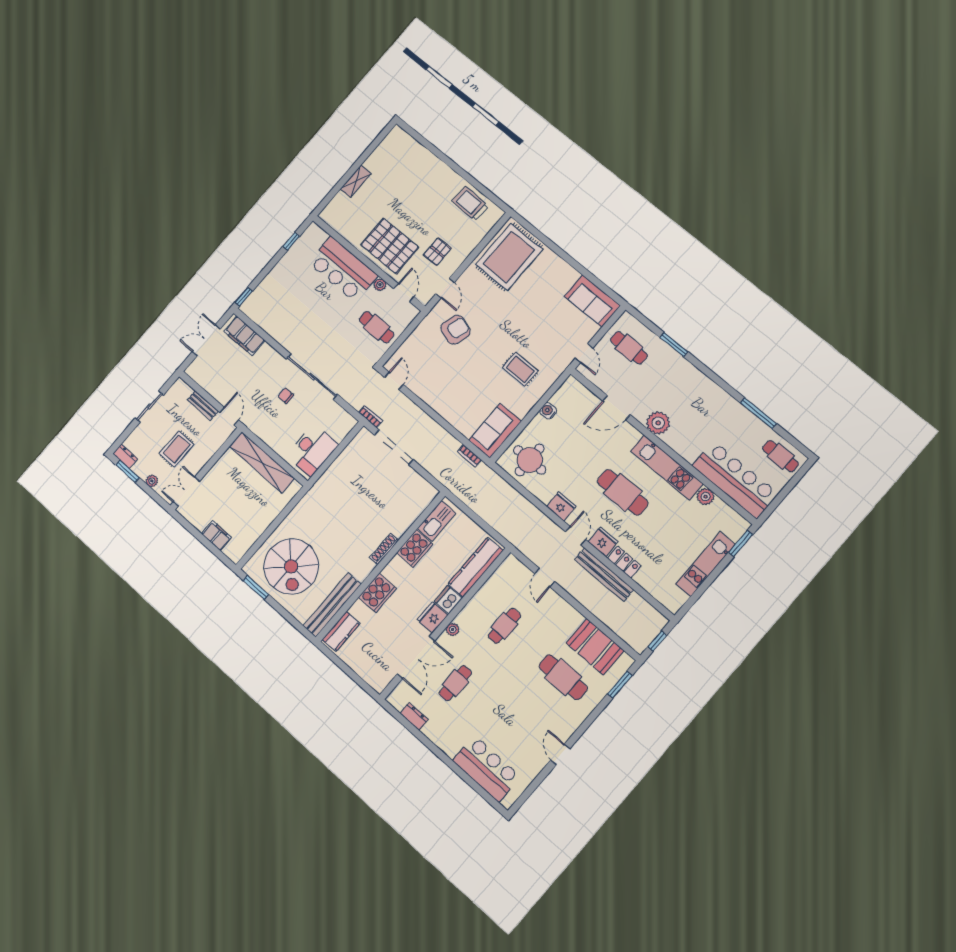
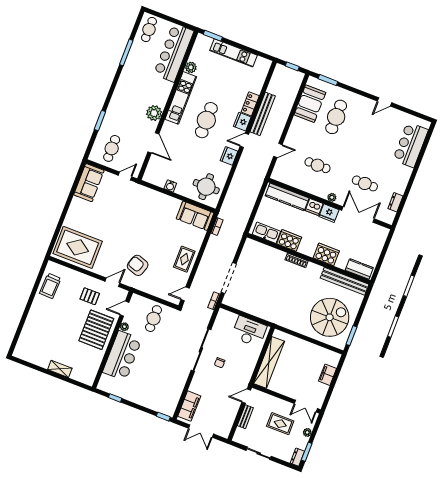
rug: (520, 369) -> (184, 259), moved

